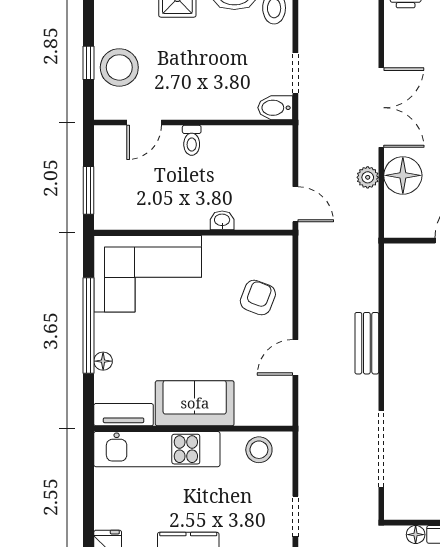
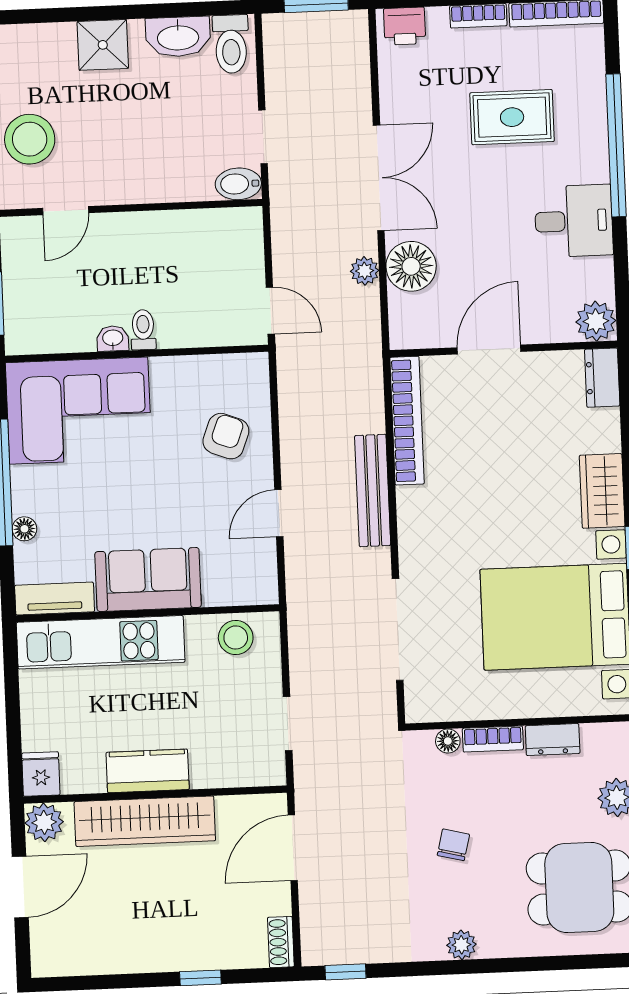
toilet: (192, 140) -> (143, 330), moved, turned 180
washbasin: (222, 220) -> (113, 339), moved
bookcase: (395, 292) -> (407, 421), added
bench: (367, 343) -> (373, 490), width x1.36

